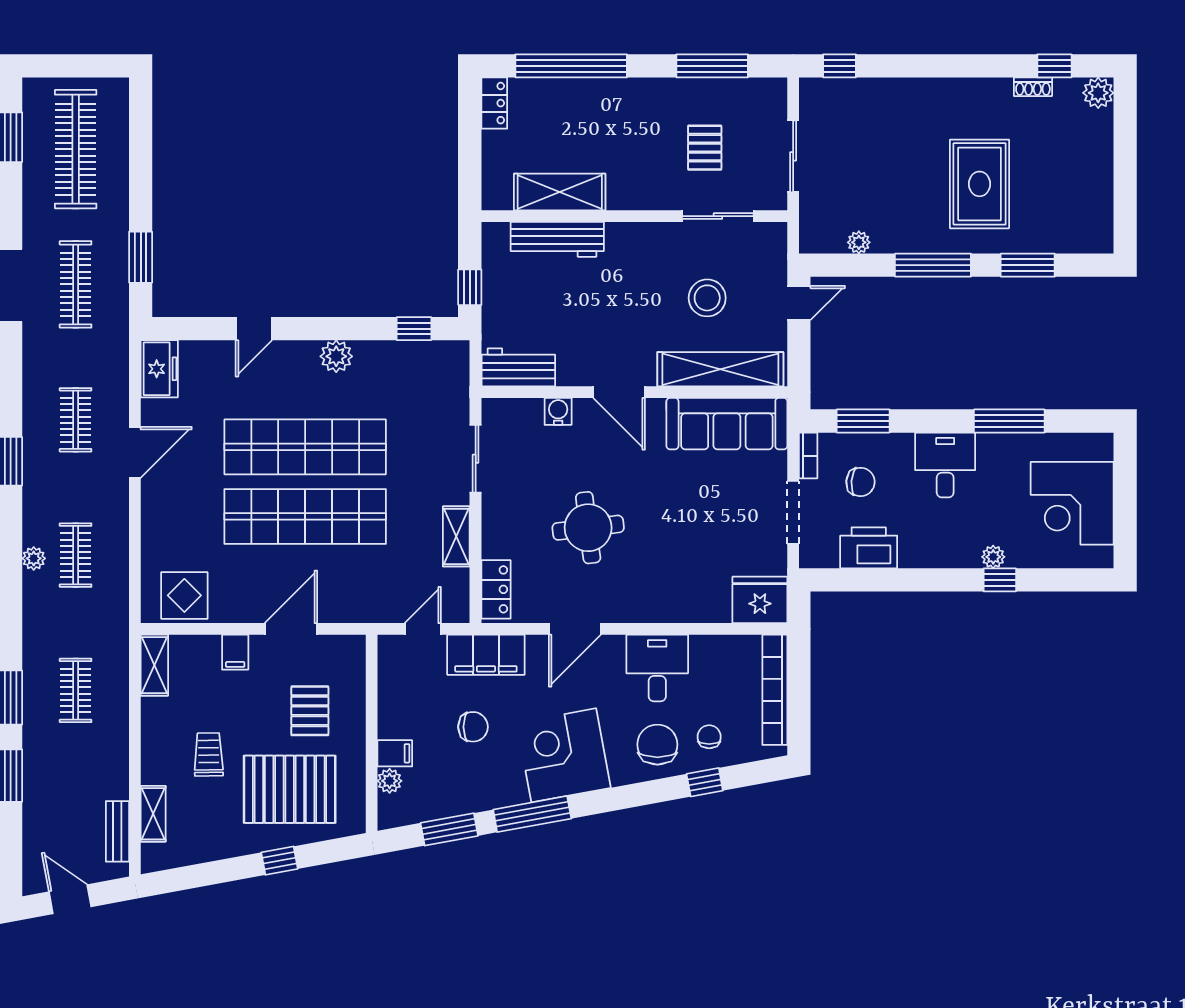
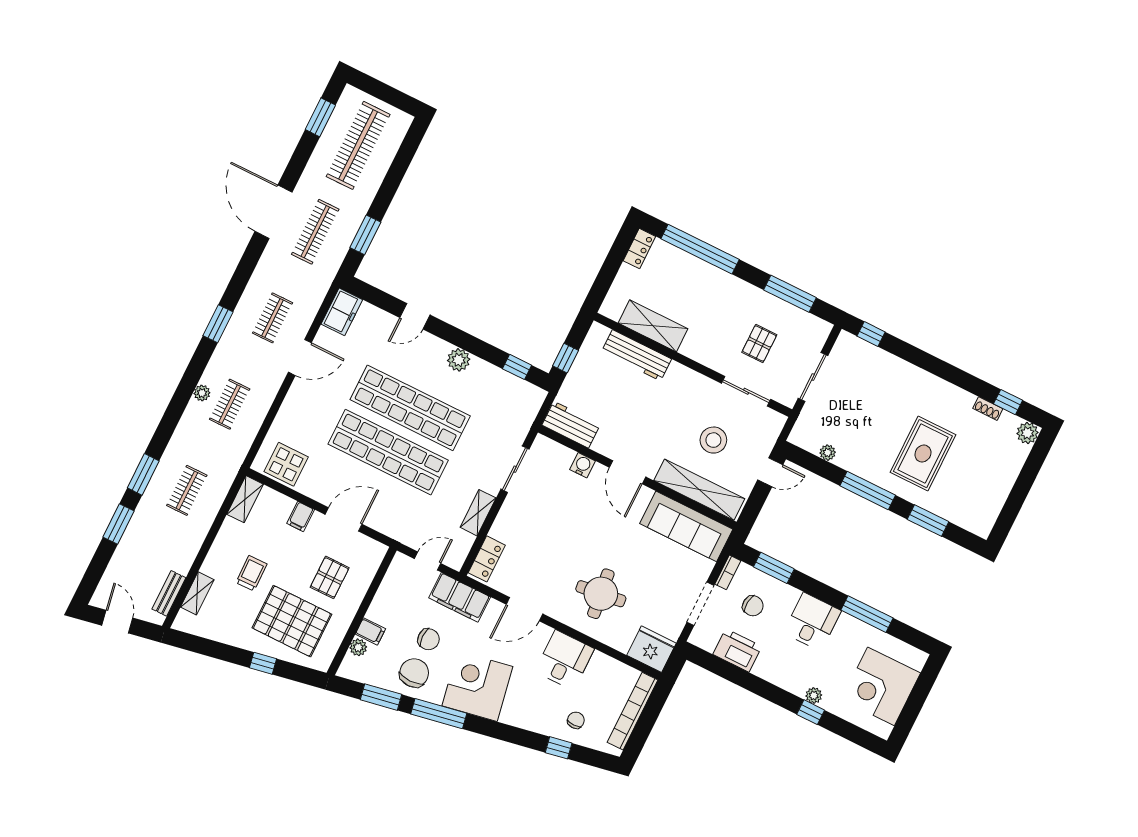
round table: (588, 528) -> (601, 594), moved
chair: (657, 745) -> (414, 673), moved

